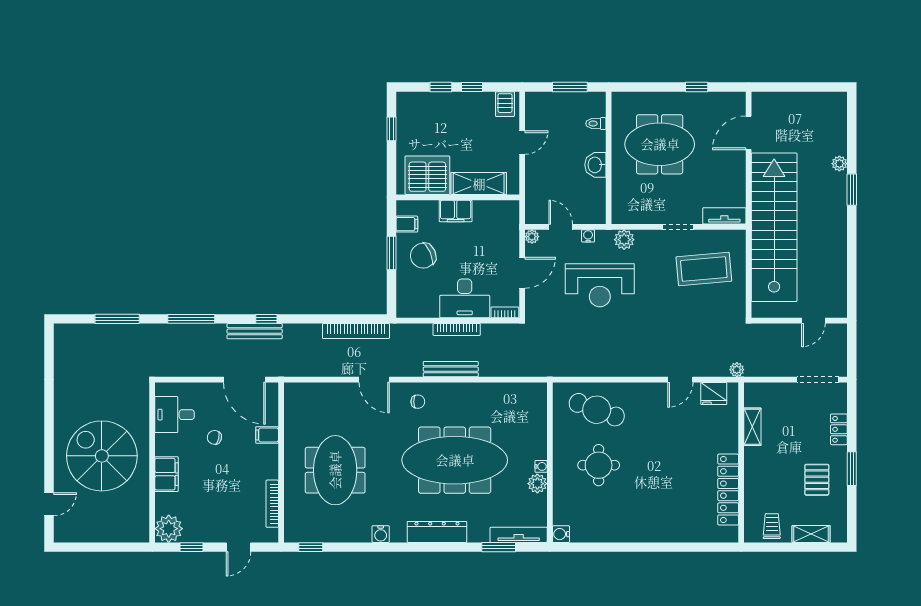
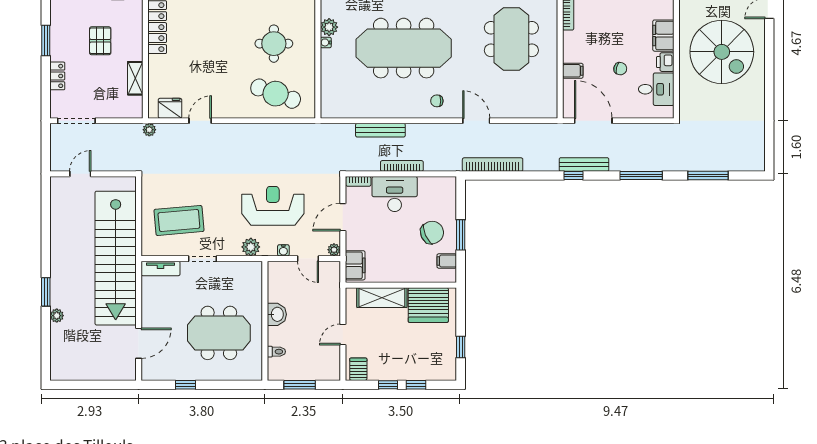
filing cabinet: (456, 211) -> (355, 265), moved, turned 90
bench: (451, 369) -> (380, 130), moved
printer: (164, 445) -> (665, 62), added
pallet: (817, 480) -> (100, 41), moved

